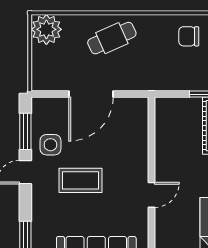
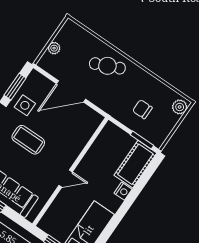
plant: (46, 29) -> (54, 48), moved, width x0.53, depth x0.53
chair: (189, 36) -> (142, 109), moved

